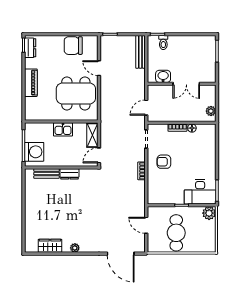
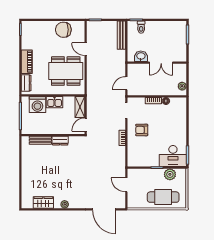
dresser: (30, 48) -> (26, 83), moved
washing machine: (34, 152) -> (37, 105), moved, turned 90
plant: (209, 213) -> (170, 174), moved
cafe table: (176, 233) -> (163, 197), moved, turned 90

